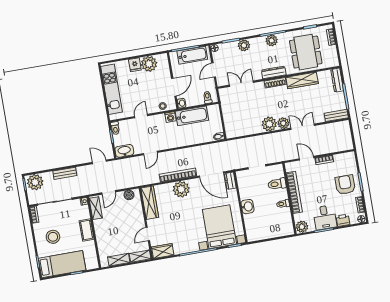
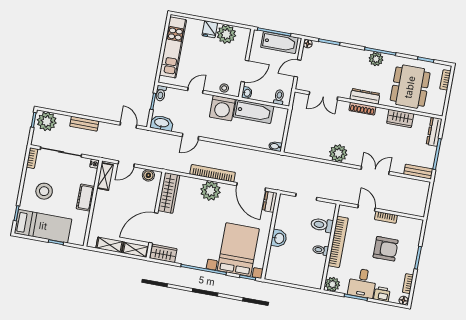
plant: (244, 45) -> (342, 53), removed
wardrobe: (302, 80) -> (400, 118), width x0.67
double door: (241, 84) -> (323, 96), swing flipped
washing machine: (170, 117) -> (222, 108), width x1.89, depth x1.89
plant: (283, 123) -> (355, 158), removed
armchair: (345, 185) -> (386, 249), moved, turned 90
door: (148, 234) -> (153, 228), width x1.88

